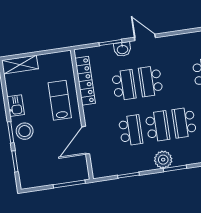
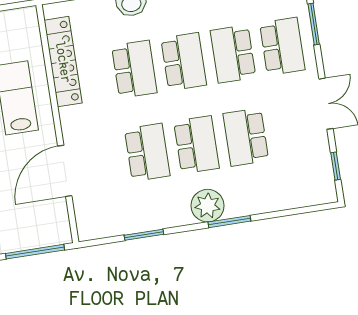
school desk: (178, 77) -> (233, 54), added
school desk: (151, 81) -> (184, 62), turned 180

